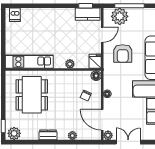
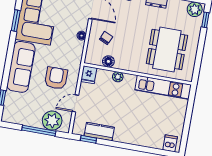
kitchen counter: (88, 14) -> (99, 132), moved
floor lamp: (96, 76) -> (108, 61), moved

